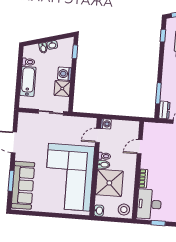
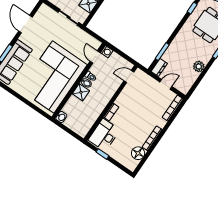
door: (98, 135) -> (95, 57), hinge flipped
door: (140, 147) -> (129, 76), moved
shower: (109, 183) -> (81, 92), width x0.54, depth x0.54
stool: (124, 210) -> (82, 128), removed

